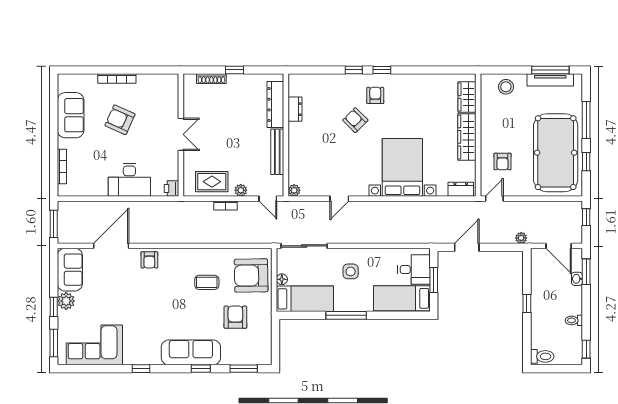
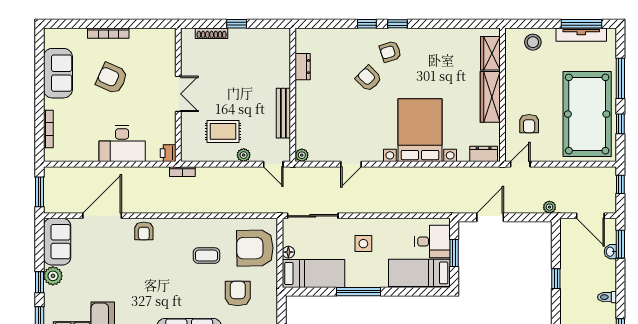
armchair: (375, 95) -> (390, 52), turned -108
dresser: (275, 105) -> (281, 61), removed
rug: (212, 182) -> (223, 131), moved
bookcase: (225, 205) -> (182, 172), moved

